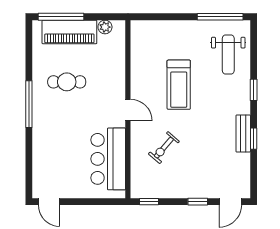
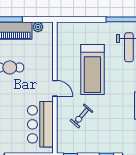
treadmill: (179, 85) -> (92, 70), width x1.37, depth x1.38

